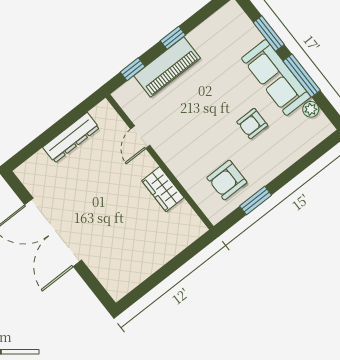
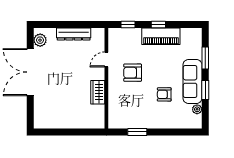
piano: (167, 67) -> (161, 36), moved
window: (302, 76) -> (205, 90), width x0.69
plant: (33, 180) -> (40, 40), added
armchair: (227, 180) -> (133, 73), moved

